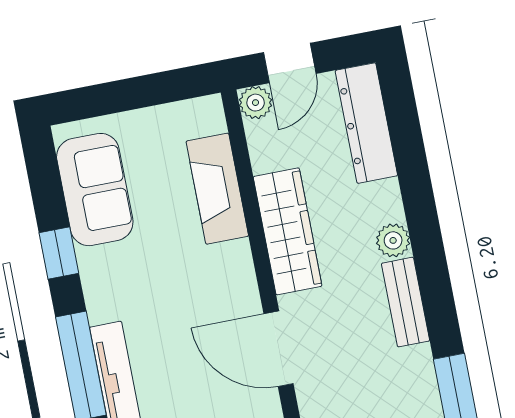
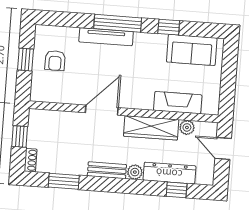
plant: (256, 103) -> (187, 127), moved
dresser: (366, 123) -> (169, 173), moved
window: (407, 140) -> (177, 190), added

